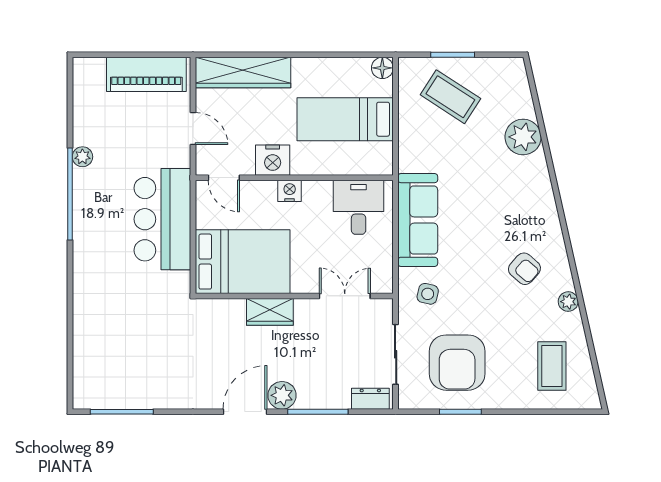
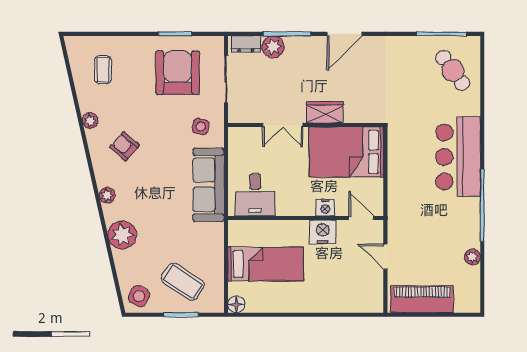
wardrobe: (243, 73) -> (346, 301), removed
side table: (506, 78) -> (139, 296), added
plant: (523, 137) -> (122, 235), moved
plant: (82, 157) -> (472, 257), moved
nightstand: (290, 191) -> (325, 208), moved
plant: (547, 207) -> (107, 195), added
bar counter: (162, 219) -> (458, 157), moved, turned 180
double door: (345, 296) -> (283, 125), moved
cafe table: (107, 365) -> (453, 70), added
coffee table: (552, 366) -> (103, 70), width x0.73, depth x0.77
plant: (282, 395) -> (273, 47), moved

